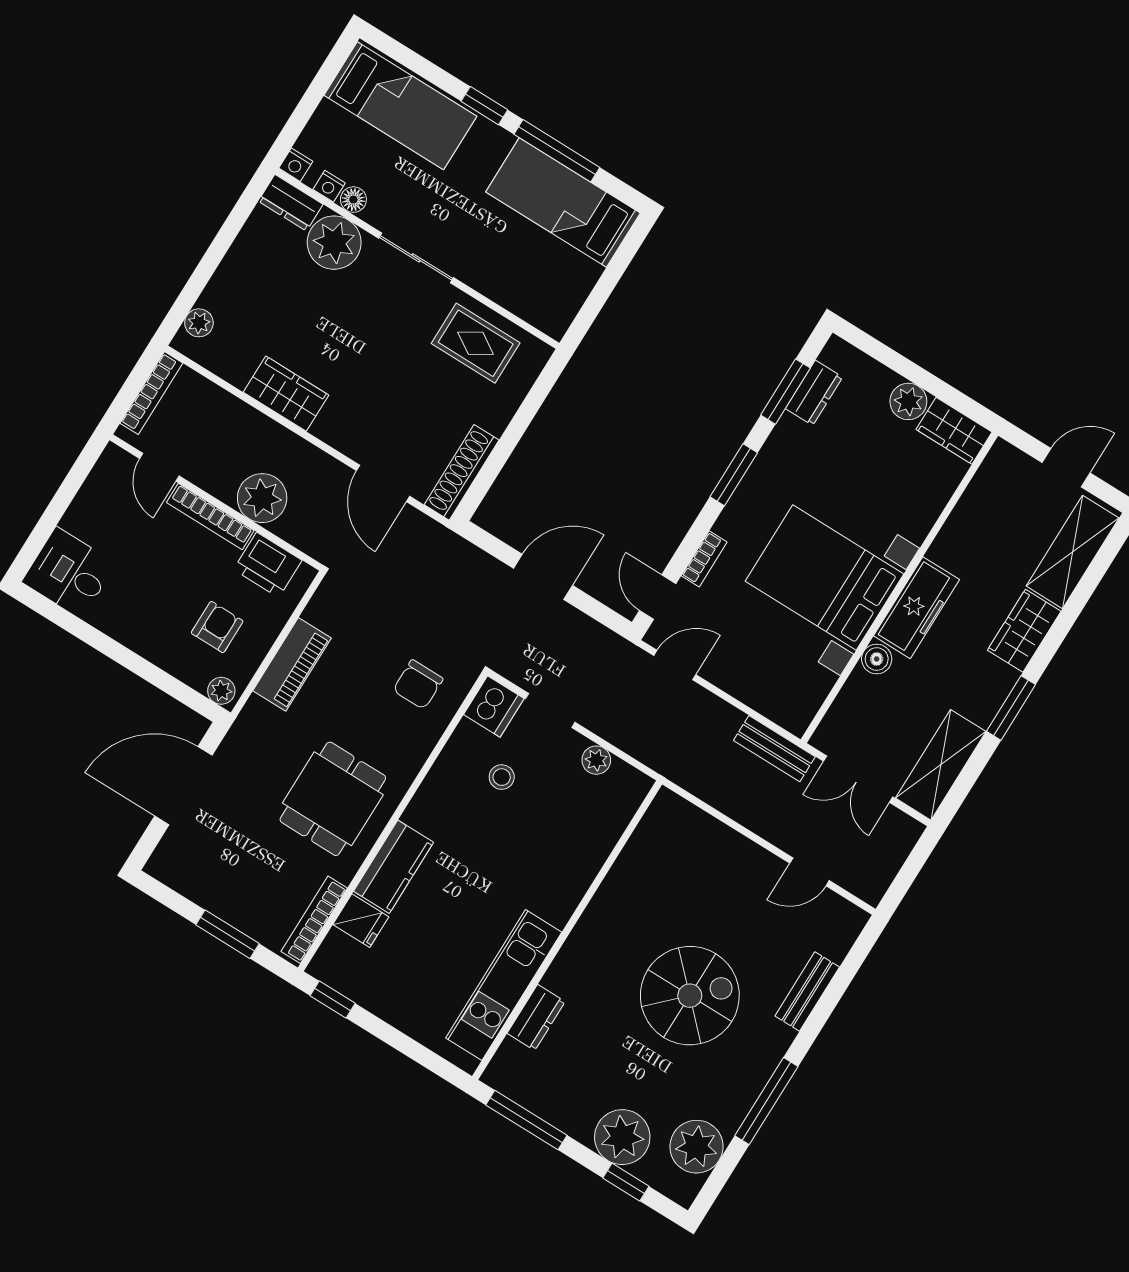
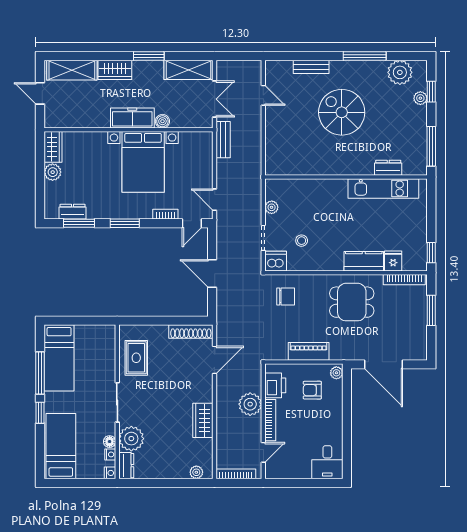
plant: (622, 1137) -> (420, 98), width x0.53, depth x0.53

